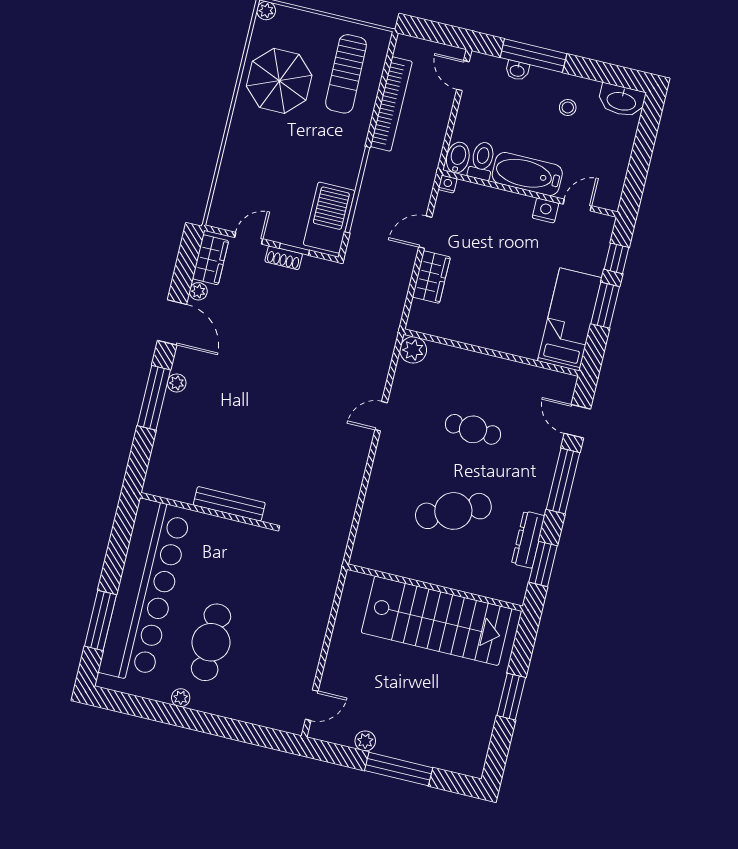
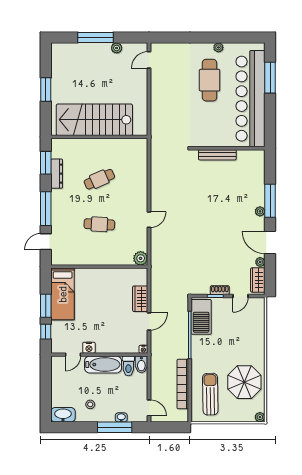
door: (577, 421) -> (46, 242), swing flipped
cafe table: (453, 511) -> (99, 179), width x0.73, depth x0.74

